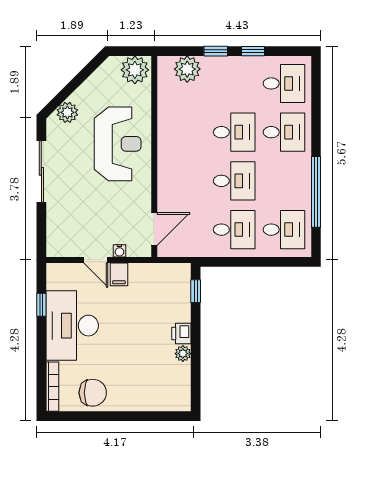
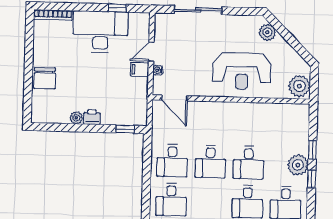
plant: (187, 69) -> (298, 165), moved
sliding door: (41, 171) -> (198, 10), moved
chair: (93, 393) -> (45, 78), moved

